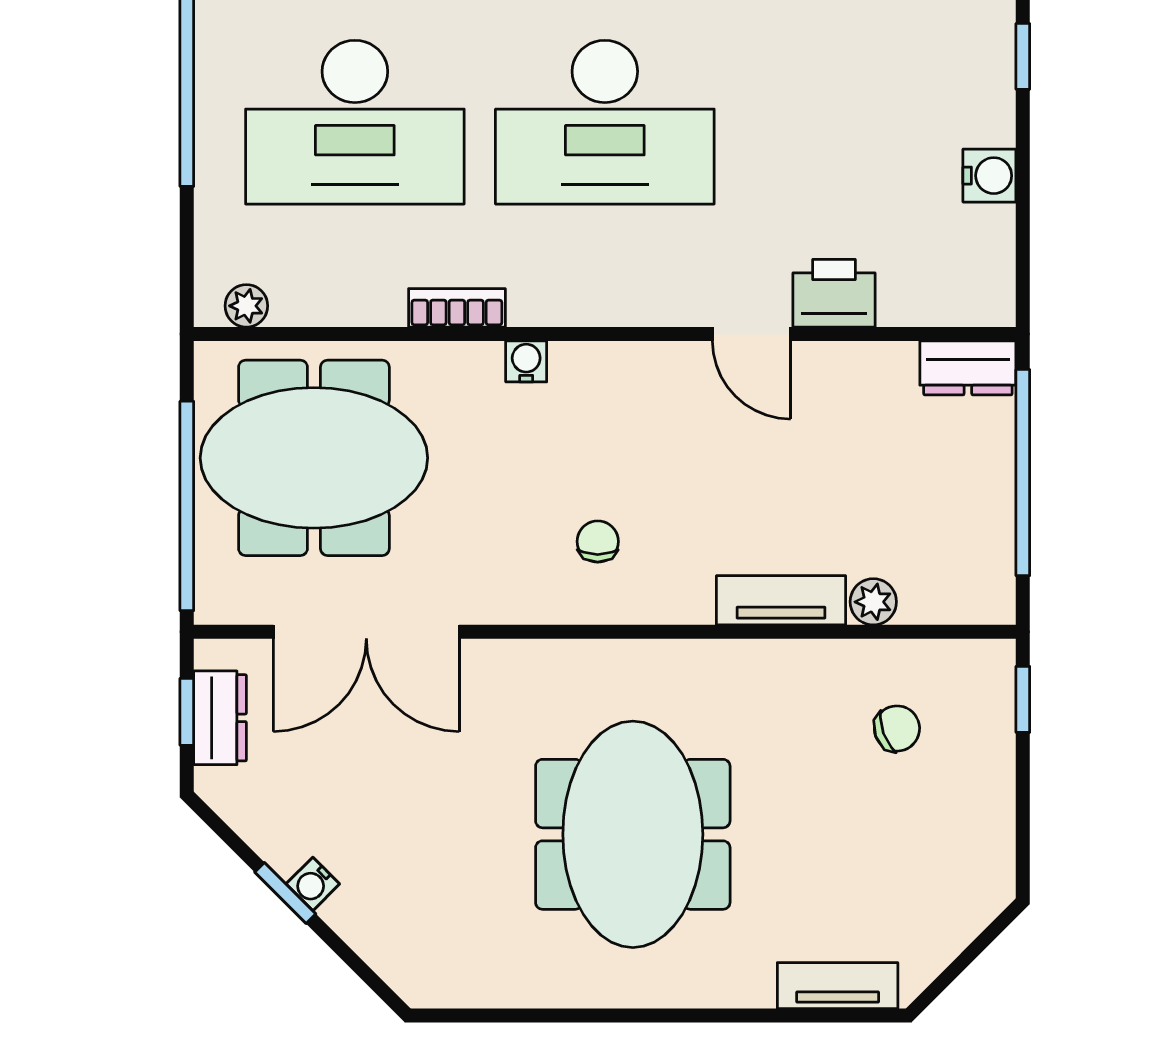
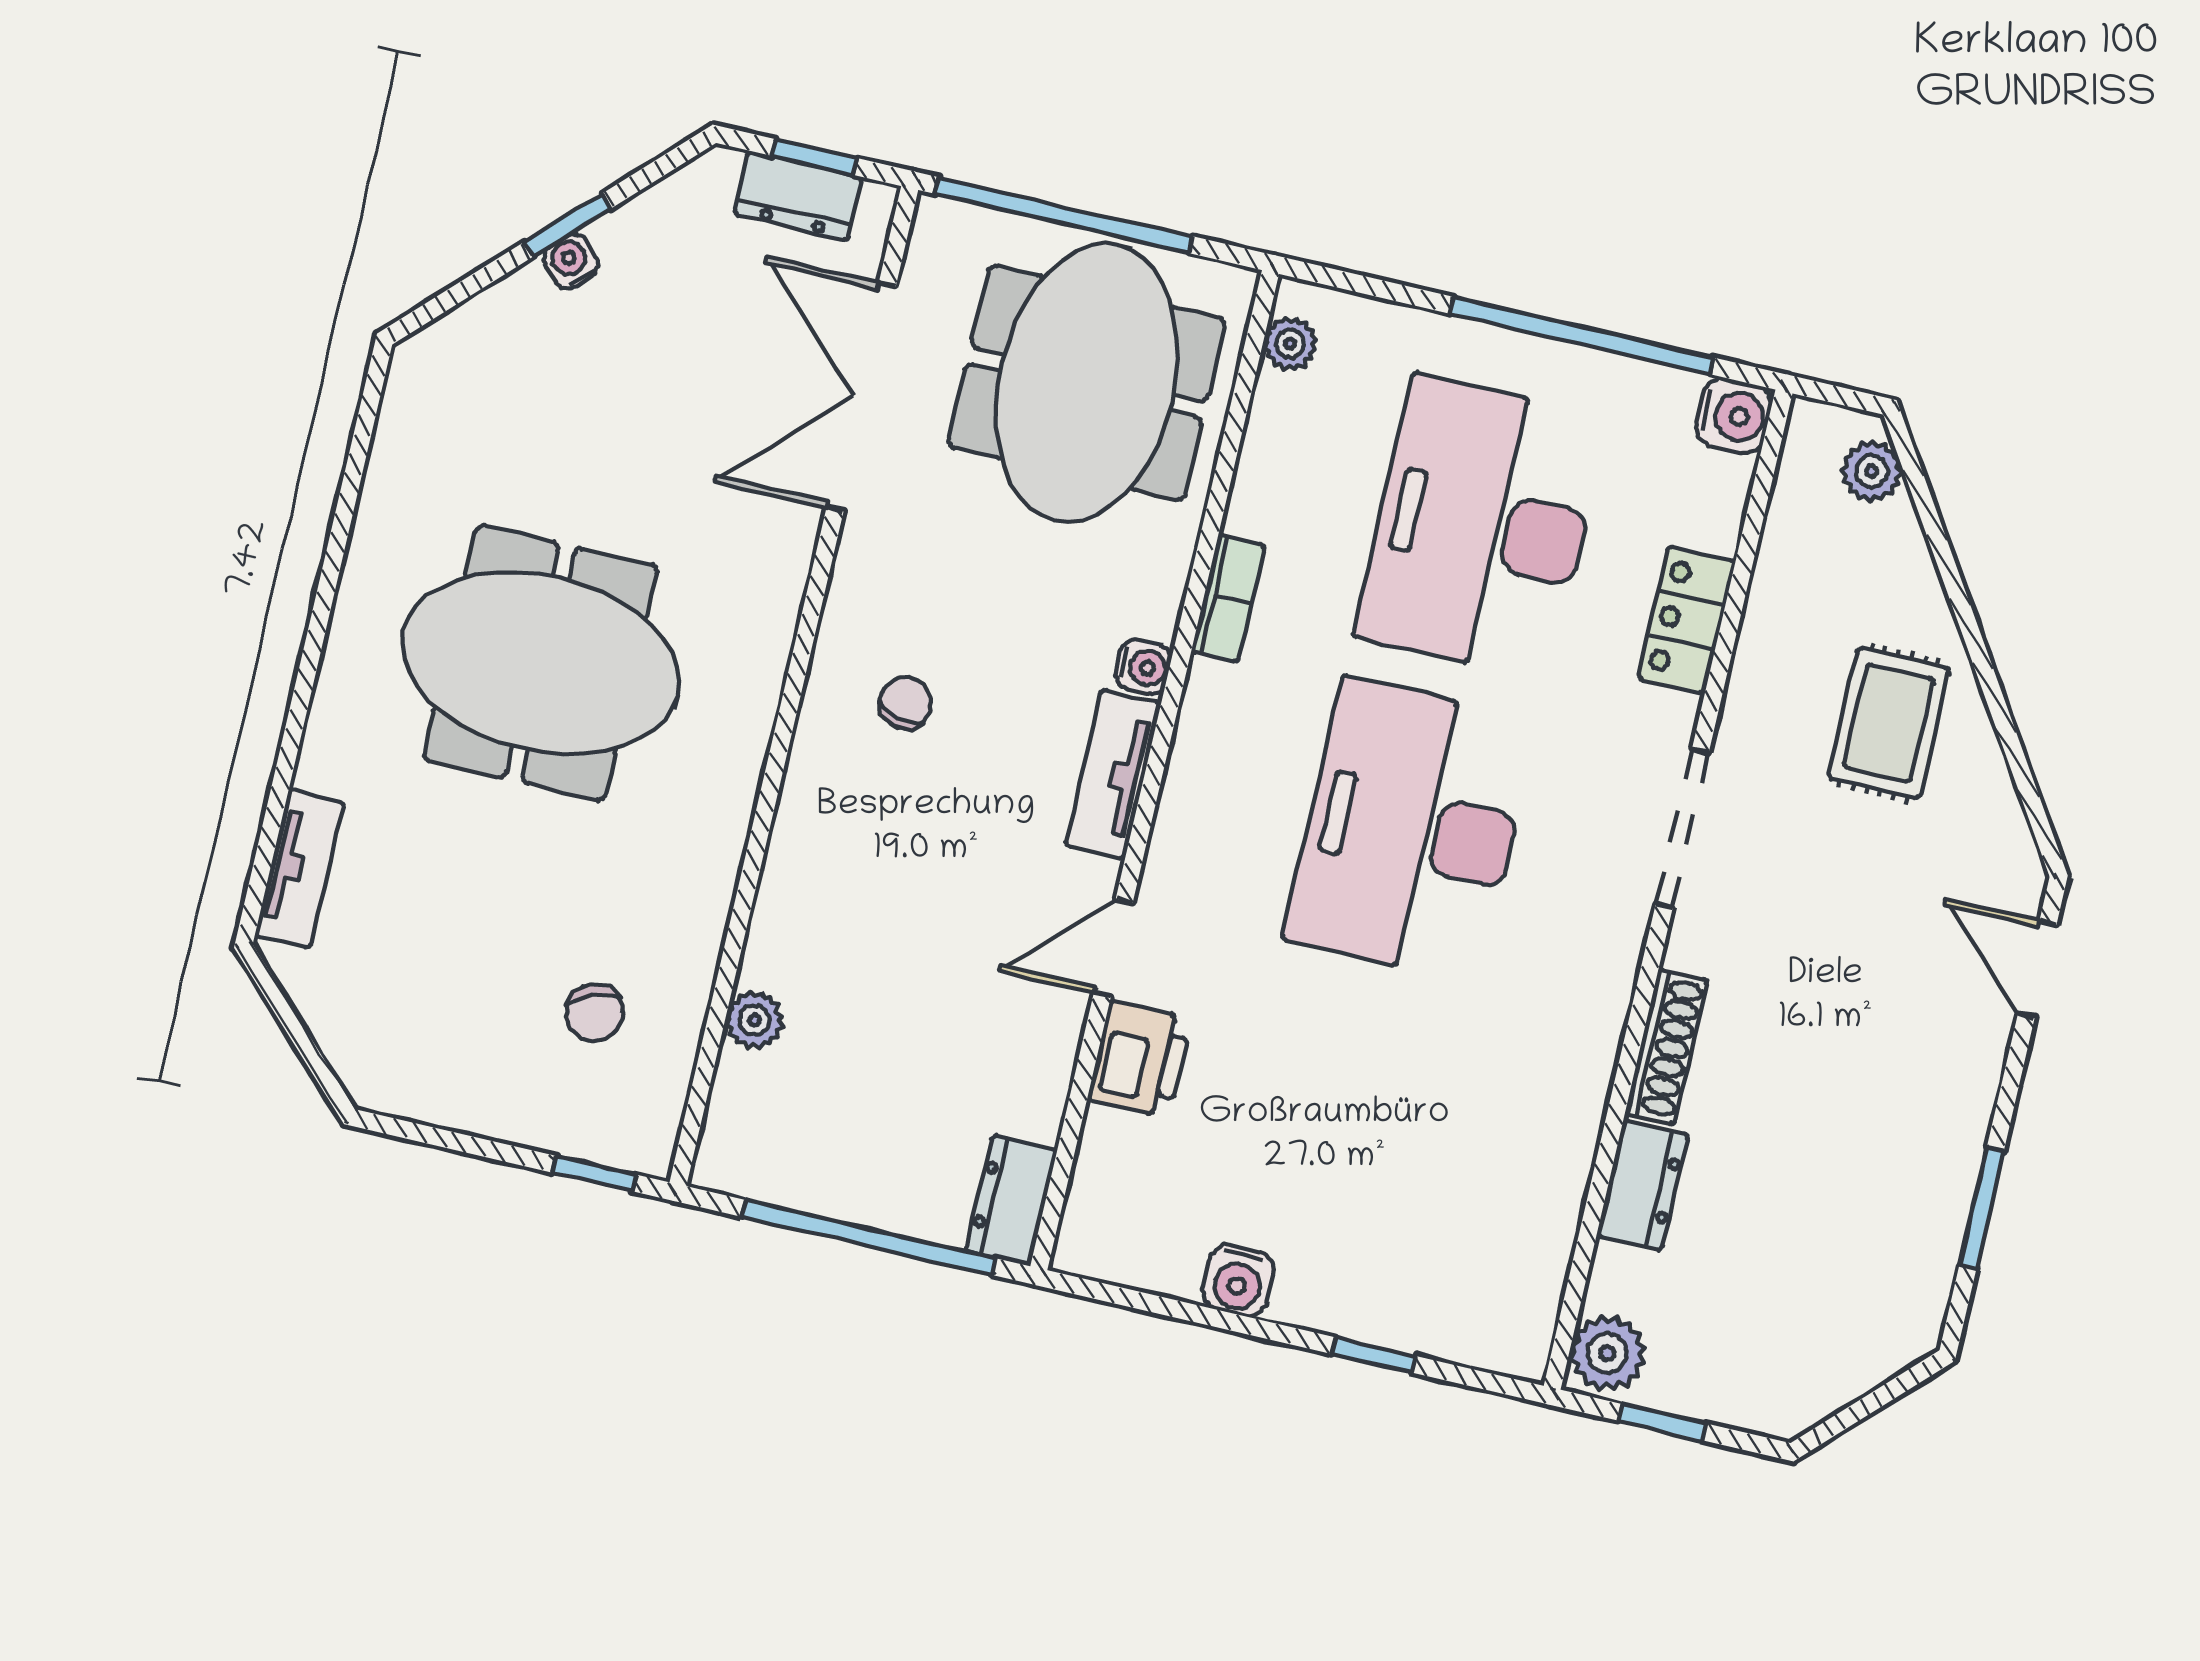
chair: (598, 541) -> (905, 703), turned -77
tv unit: (781, 600) -> (1113, 775), moved, turned 180

